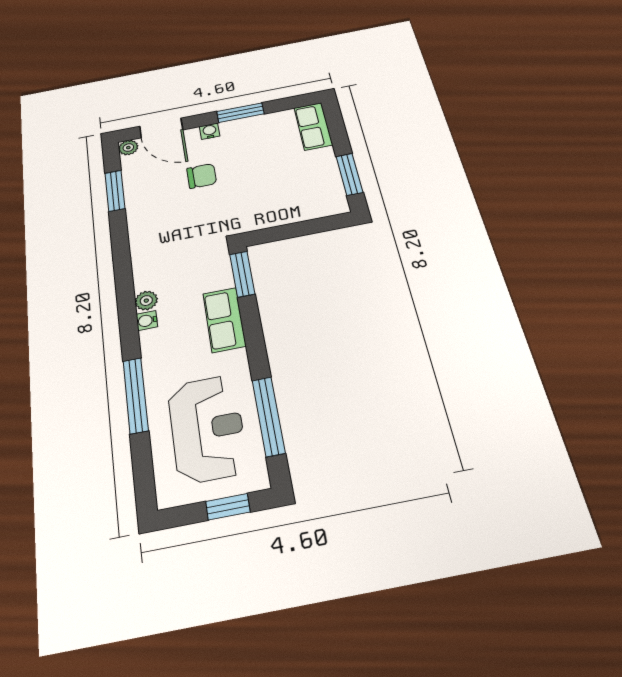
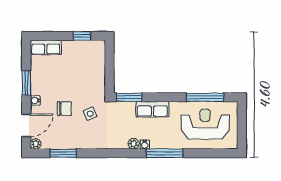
window: (349, 174) -> (82, 36), width x0.67
chair: (202, 176) -> (65, 109), turned 90
side table: (198, 217) -> (90, 114), added
window: (136, 395) -> (165, 153), moved
window: (228, 507) -> (242, 120), removed

